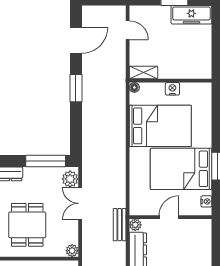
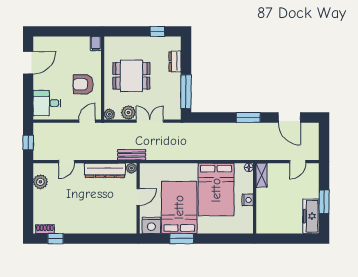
plant: (70, 179) -> (128, 113), moved
nightstand: (206, 201) -> (151, 225), width x1.89, depth x1.79
door: (169, 217) -> (138, 197), hinge flipped

